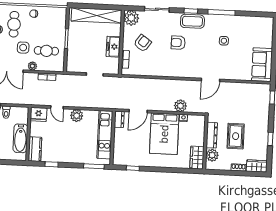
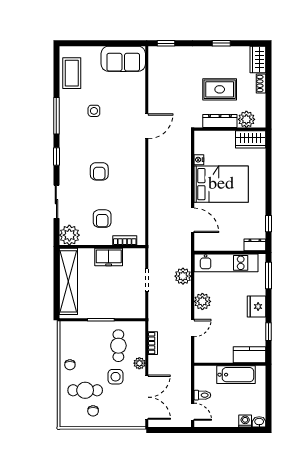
coffee table: (192, 21) -> (72, 73), moved
armchair: (143, 43) -> (102, 219), turned -125
door: (210, 80) -> (147, 126), hinge flipped
plant: (180, 106) -> (183, 276), moved
fridge: (38, 114) -> (257, 307), moved, turned 180
dresser: (119, 119) -> (255, 245), moved

